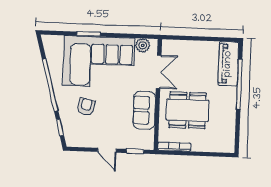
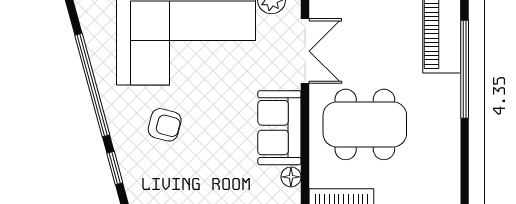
armchair: (86, 107) -> (165, 125), turned 93
floor lamp: (149, 135) -> (291, 177), added

